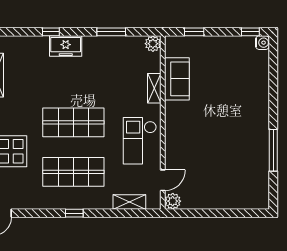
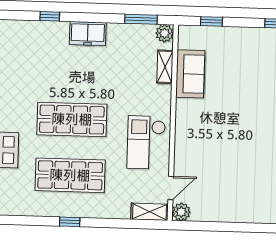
window: (111, 32) -> (141, 19), moved
freezer: (66, 46) -> (88, 34), moved
shelving: (154, 88) -> (165, 67), moved
shelving: (129, 202) -> (150, 212), moved

